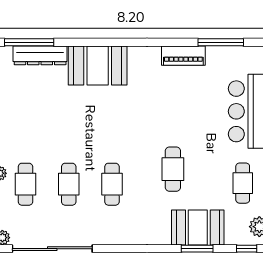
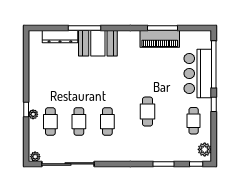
window: (29, 42) -> (85, 28), moved
window: (221, 42) -> (162, 28), moved
piano: (183, 56) -> (160, 39), width x1.37, depth x1.33
booth: (198, 228) -> (164, 150), removed

